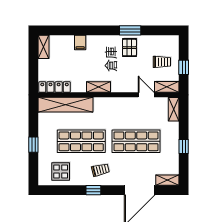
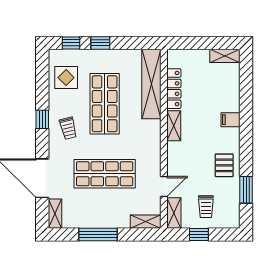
window: (130, 30) -> (246, 190), moved
filing cabinet: (80, 43) -> (231, 120), moved
pallet: (129, 48) -> (224, 165), turned 90
locker: (55, 87) -> (174, 89), moved
shop shelf: (136, 141) -> (105, 174), turned 90
window: (184, 146) -> (98, 235), width x2.17
window: (33, 168) -> (71, 43), added

